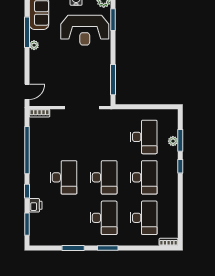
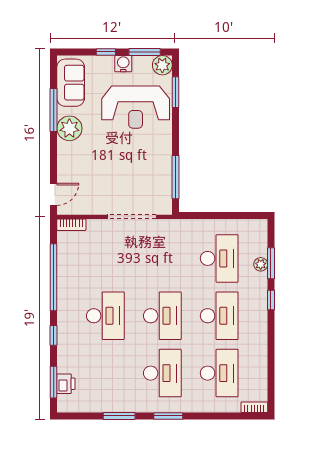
plant: (34, 45) -> (69, 128), width x1.88, depth x1.88
printer: (36, 205) -> (66, 384), moved

